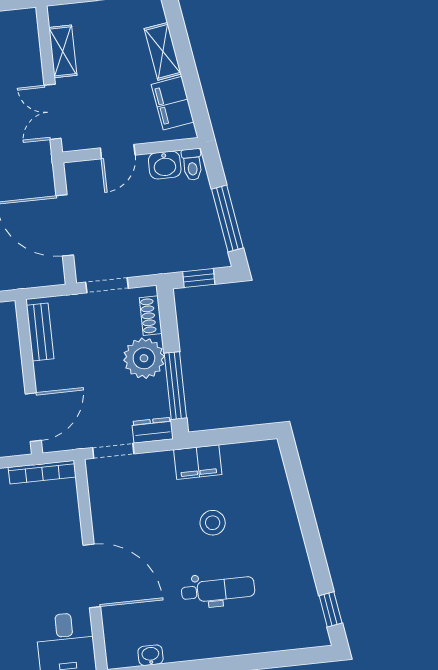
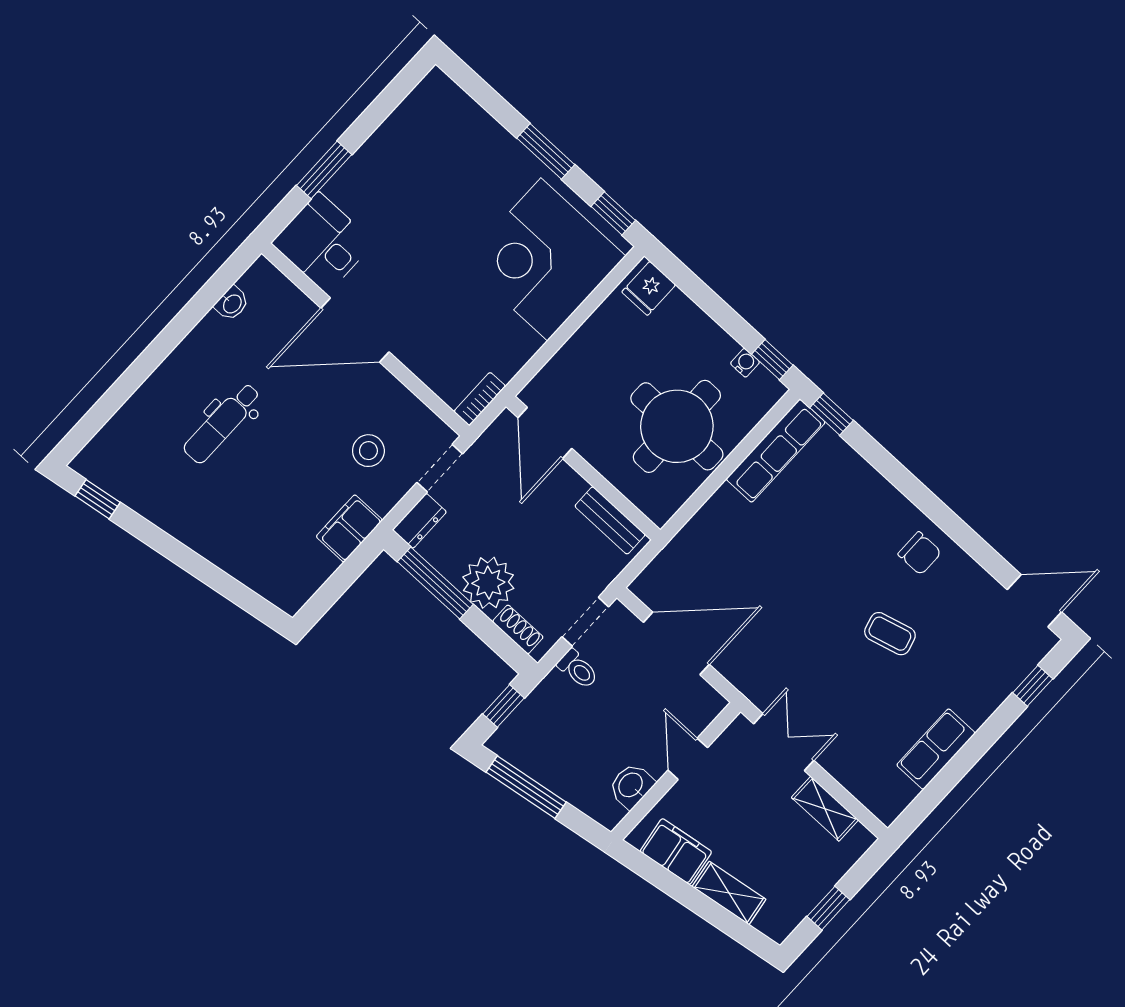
toilet: (192, 164) -> (578, 669), moved, turned 180
bookcase: (42, 472) -> (480, 399), width x0.64
stool: (213, 523) -> (368, 451), moved

